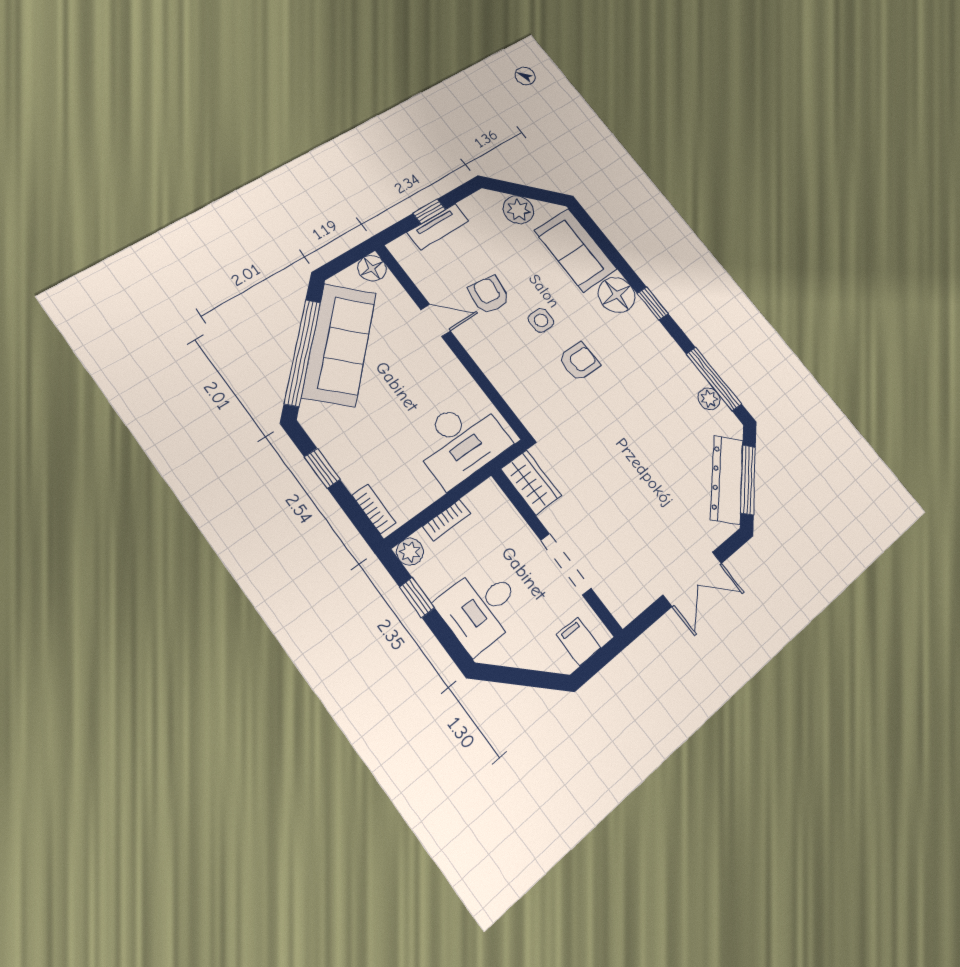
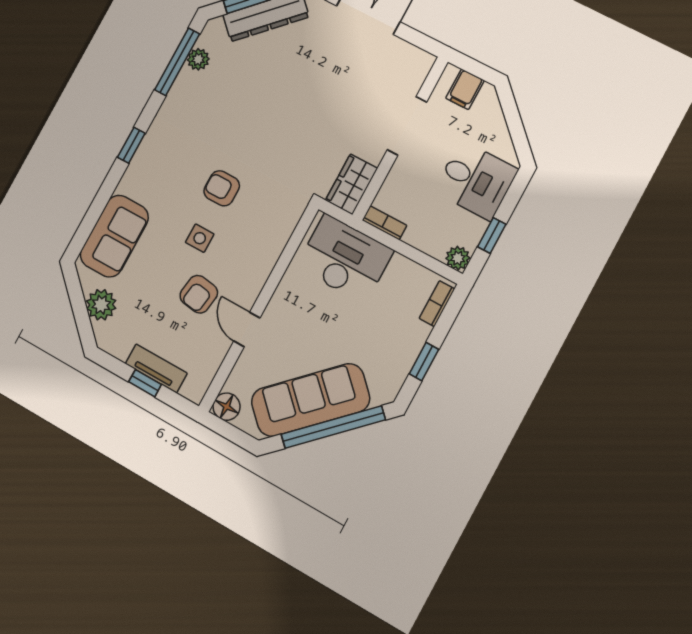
floor lamp: (617, 295) -> (140, 181), removed
bookcase: (447, 520) -> (384, 223), moved

